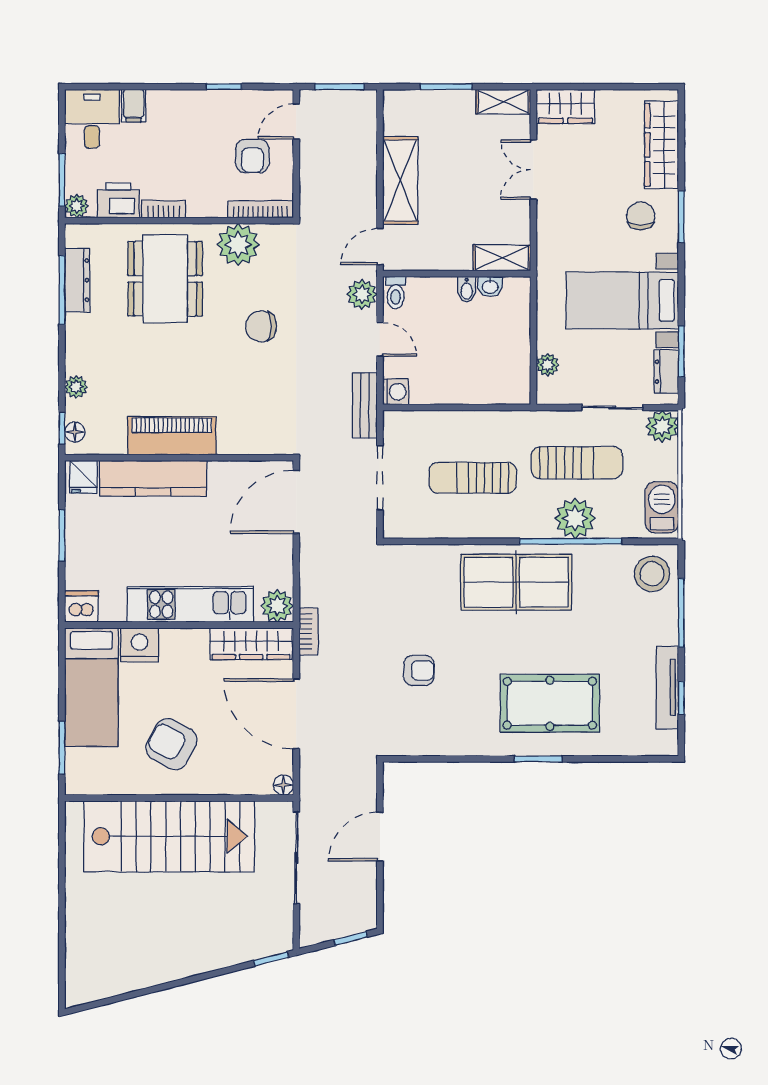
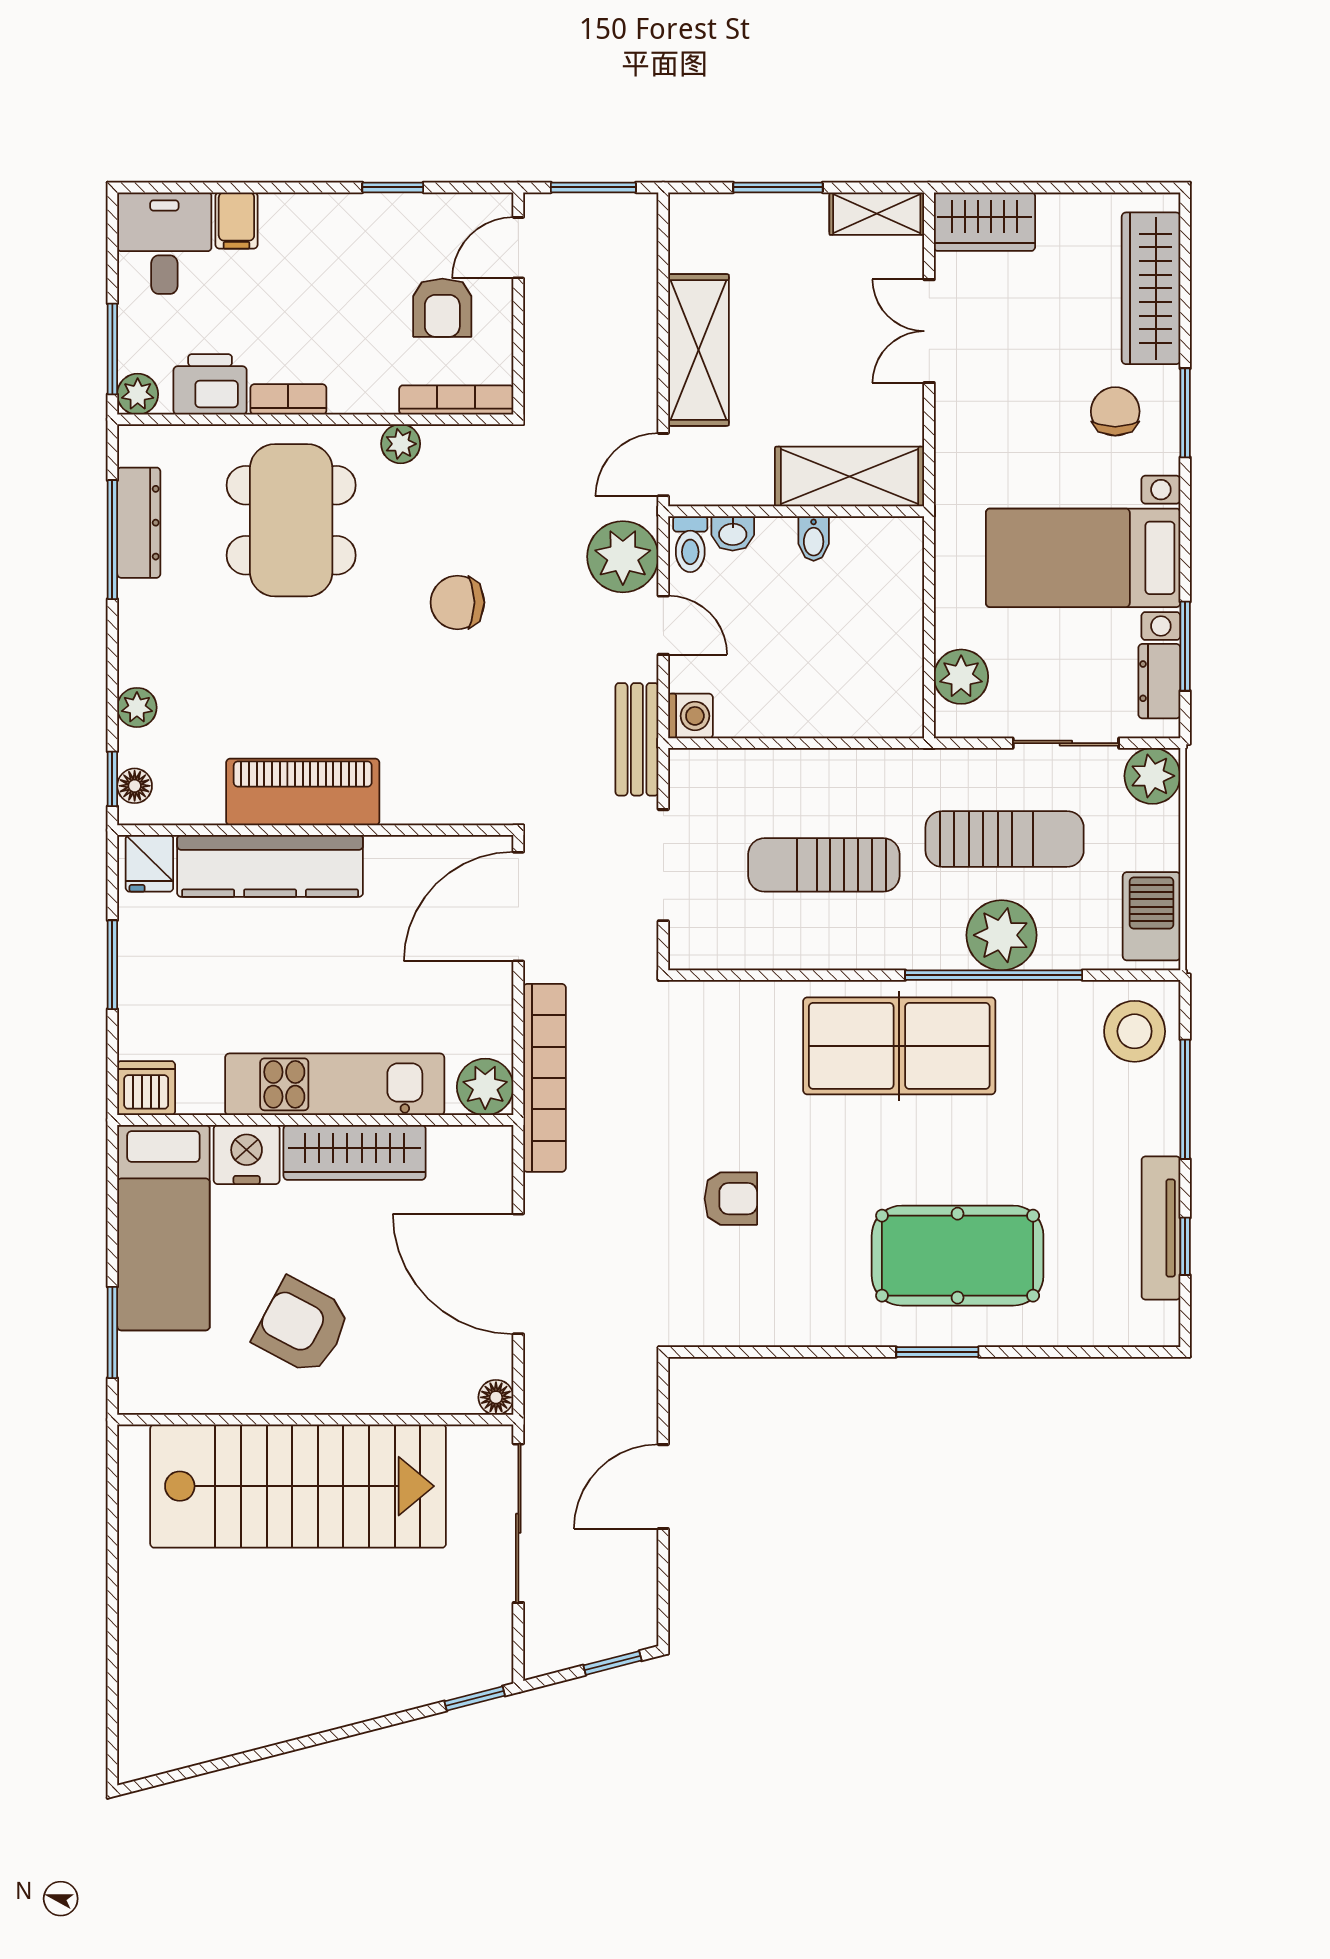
plant: (238, 245) -> (401, 444), width x0.53, depth x0.53
shelving: (502, 258) -> (850, 477), width x1.50, depth x1.33
washbasin: (490, 286) -> (733, 533), moved
plant: (362, 294) -> (623, 557), width x1.36, depth x1.36
plant: (548, 365) -> (961, 677), width x1.38, depth x1.38
bookcase: (308, 631) -> (544, 1078), width x2.31, depth x1.31
wardrobe: (251, 644) -> (355, 1152), moved

